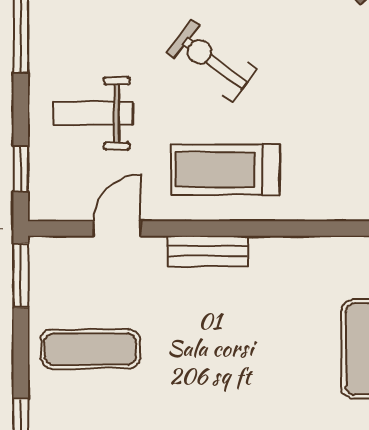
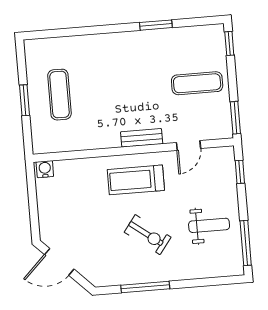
weight bench: (93, 114) -> (209, 225), moved
treadmill: (226, 170) -> (136, 180), turned 180

